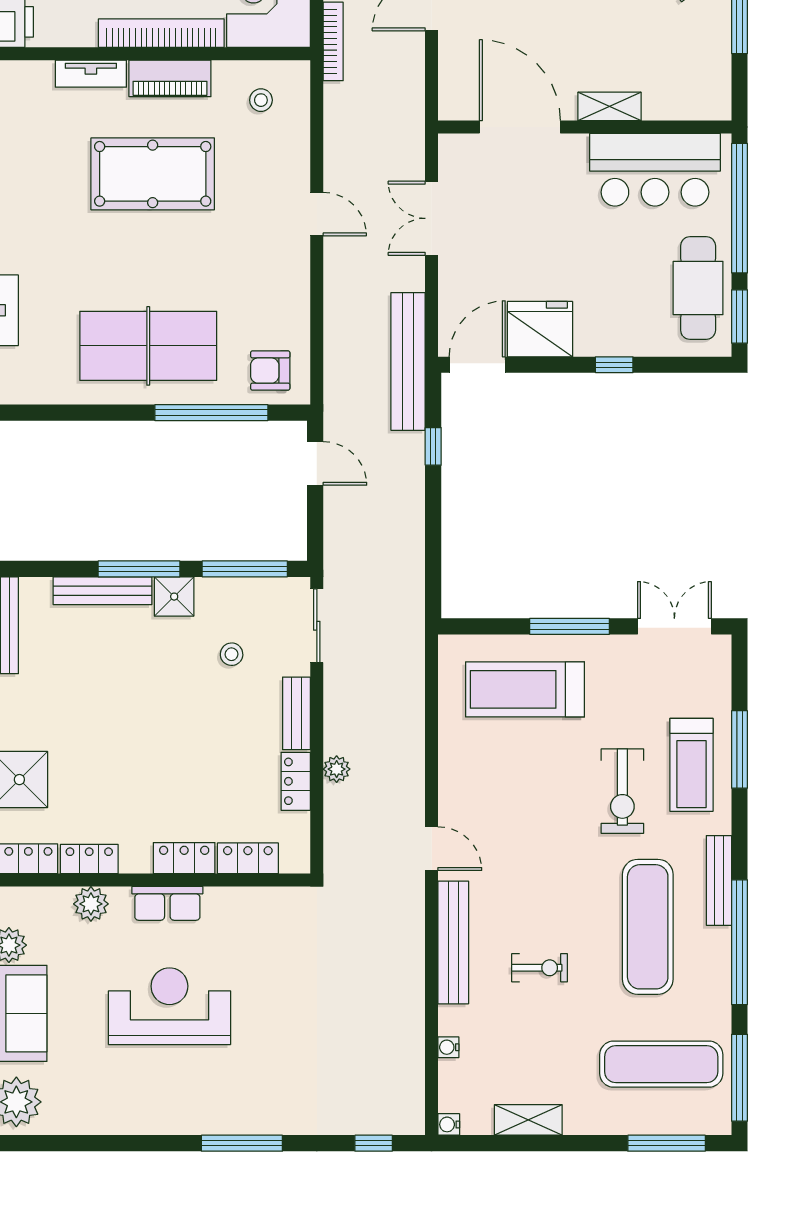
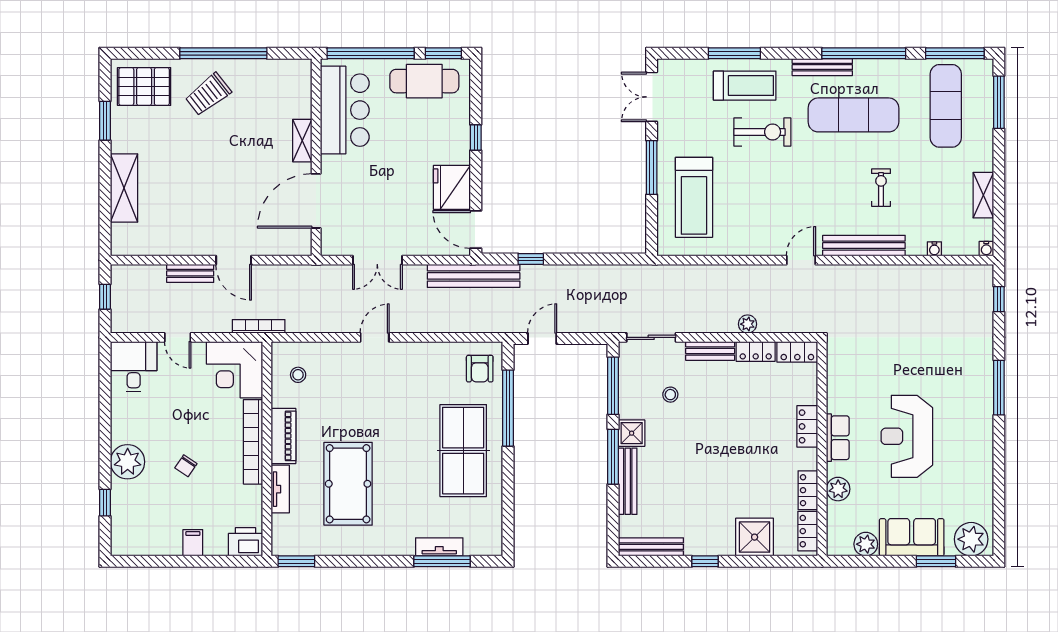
pool table: (153, 174) -> (348, 484), moved
locker: (248, 858) -> (797, 352), moved, turned -90

